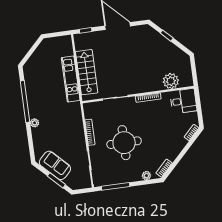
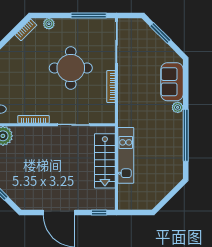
sofa: (55, 165) -> (172, 82), moved, turned 45

